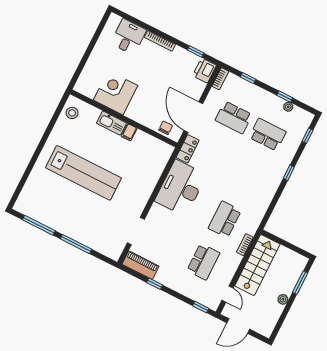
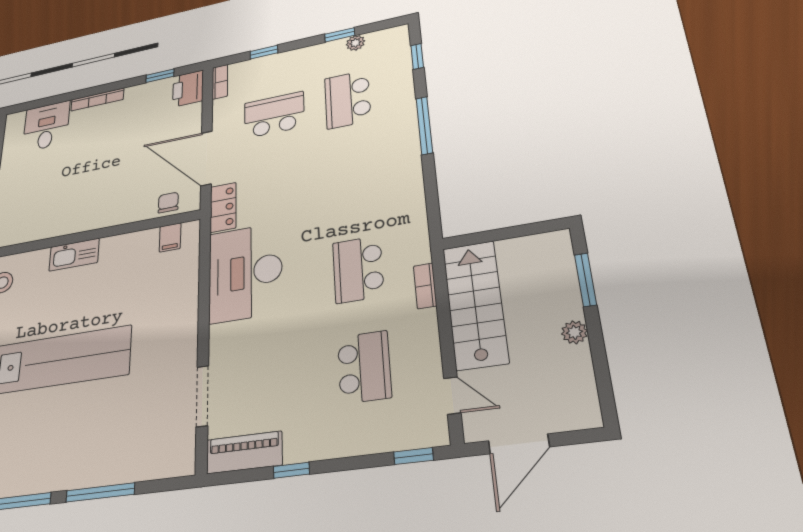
corner desk: (116, 93) -> (61, 209), removed
school desk: (234, 117) -> (274, 115), turned 180
filing cabinet: (129, 132) -> (170, 237), moved
school desk: (268, 135) -> (348, 99), turned -90
window: (289, 173) -> (424, 125), width x2.17

